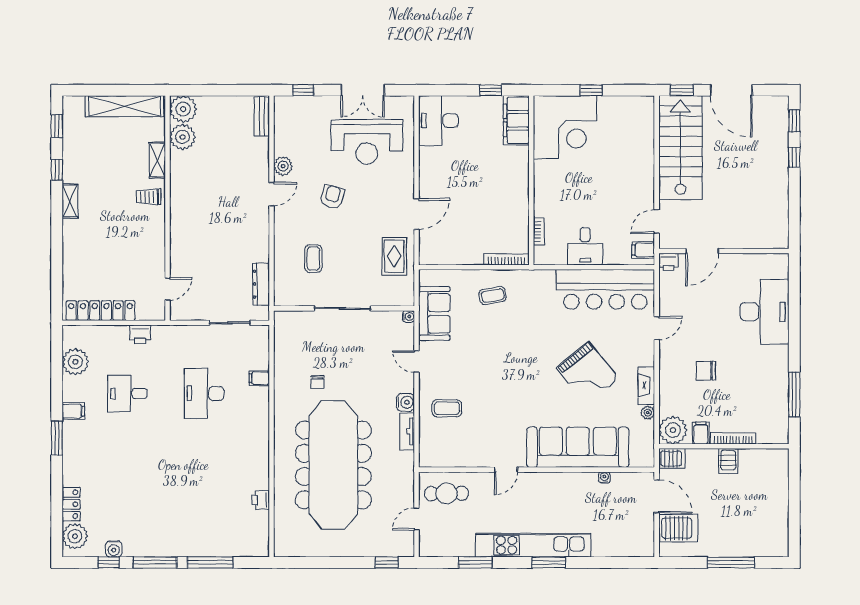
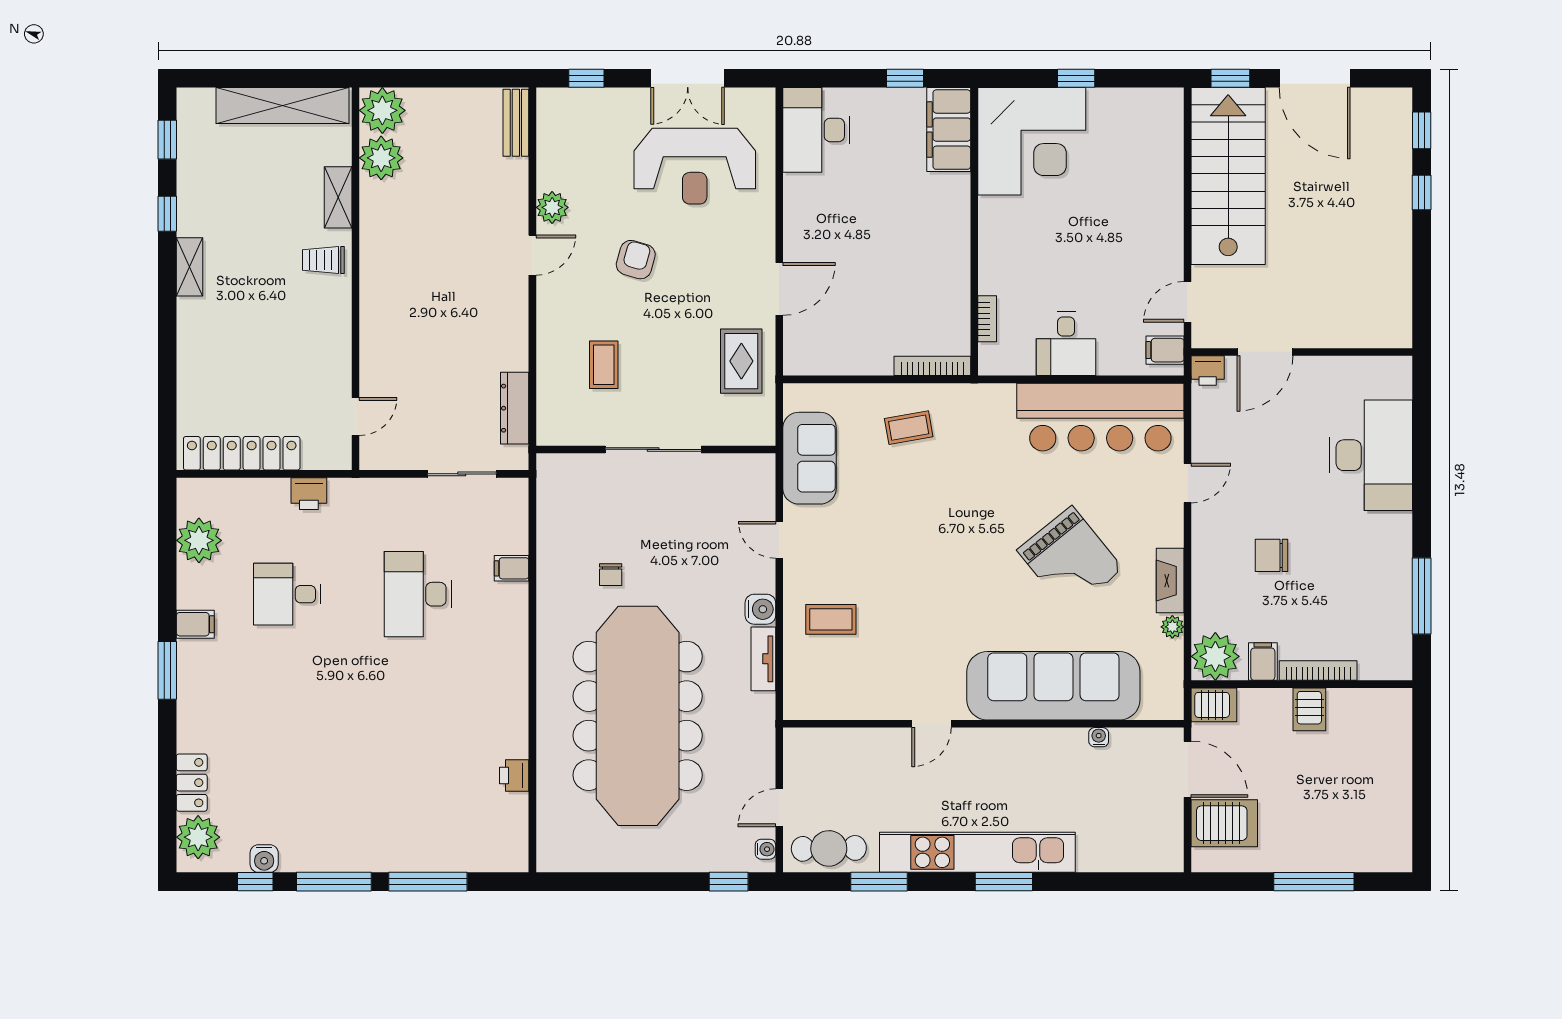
water cooler: (408, 316) -> (765, 849), moved
cafe table: (446, 493) -> (829, 848), moved

